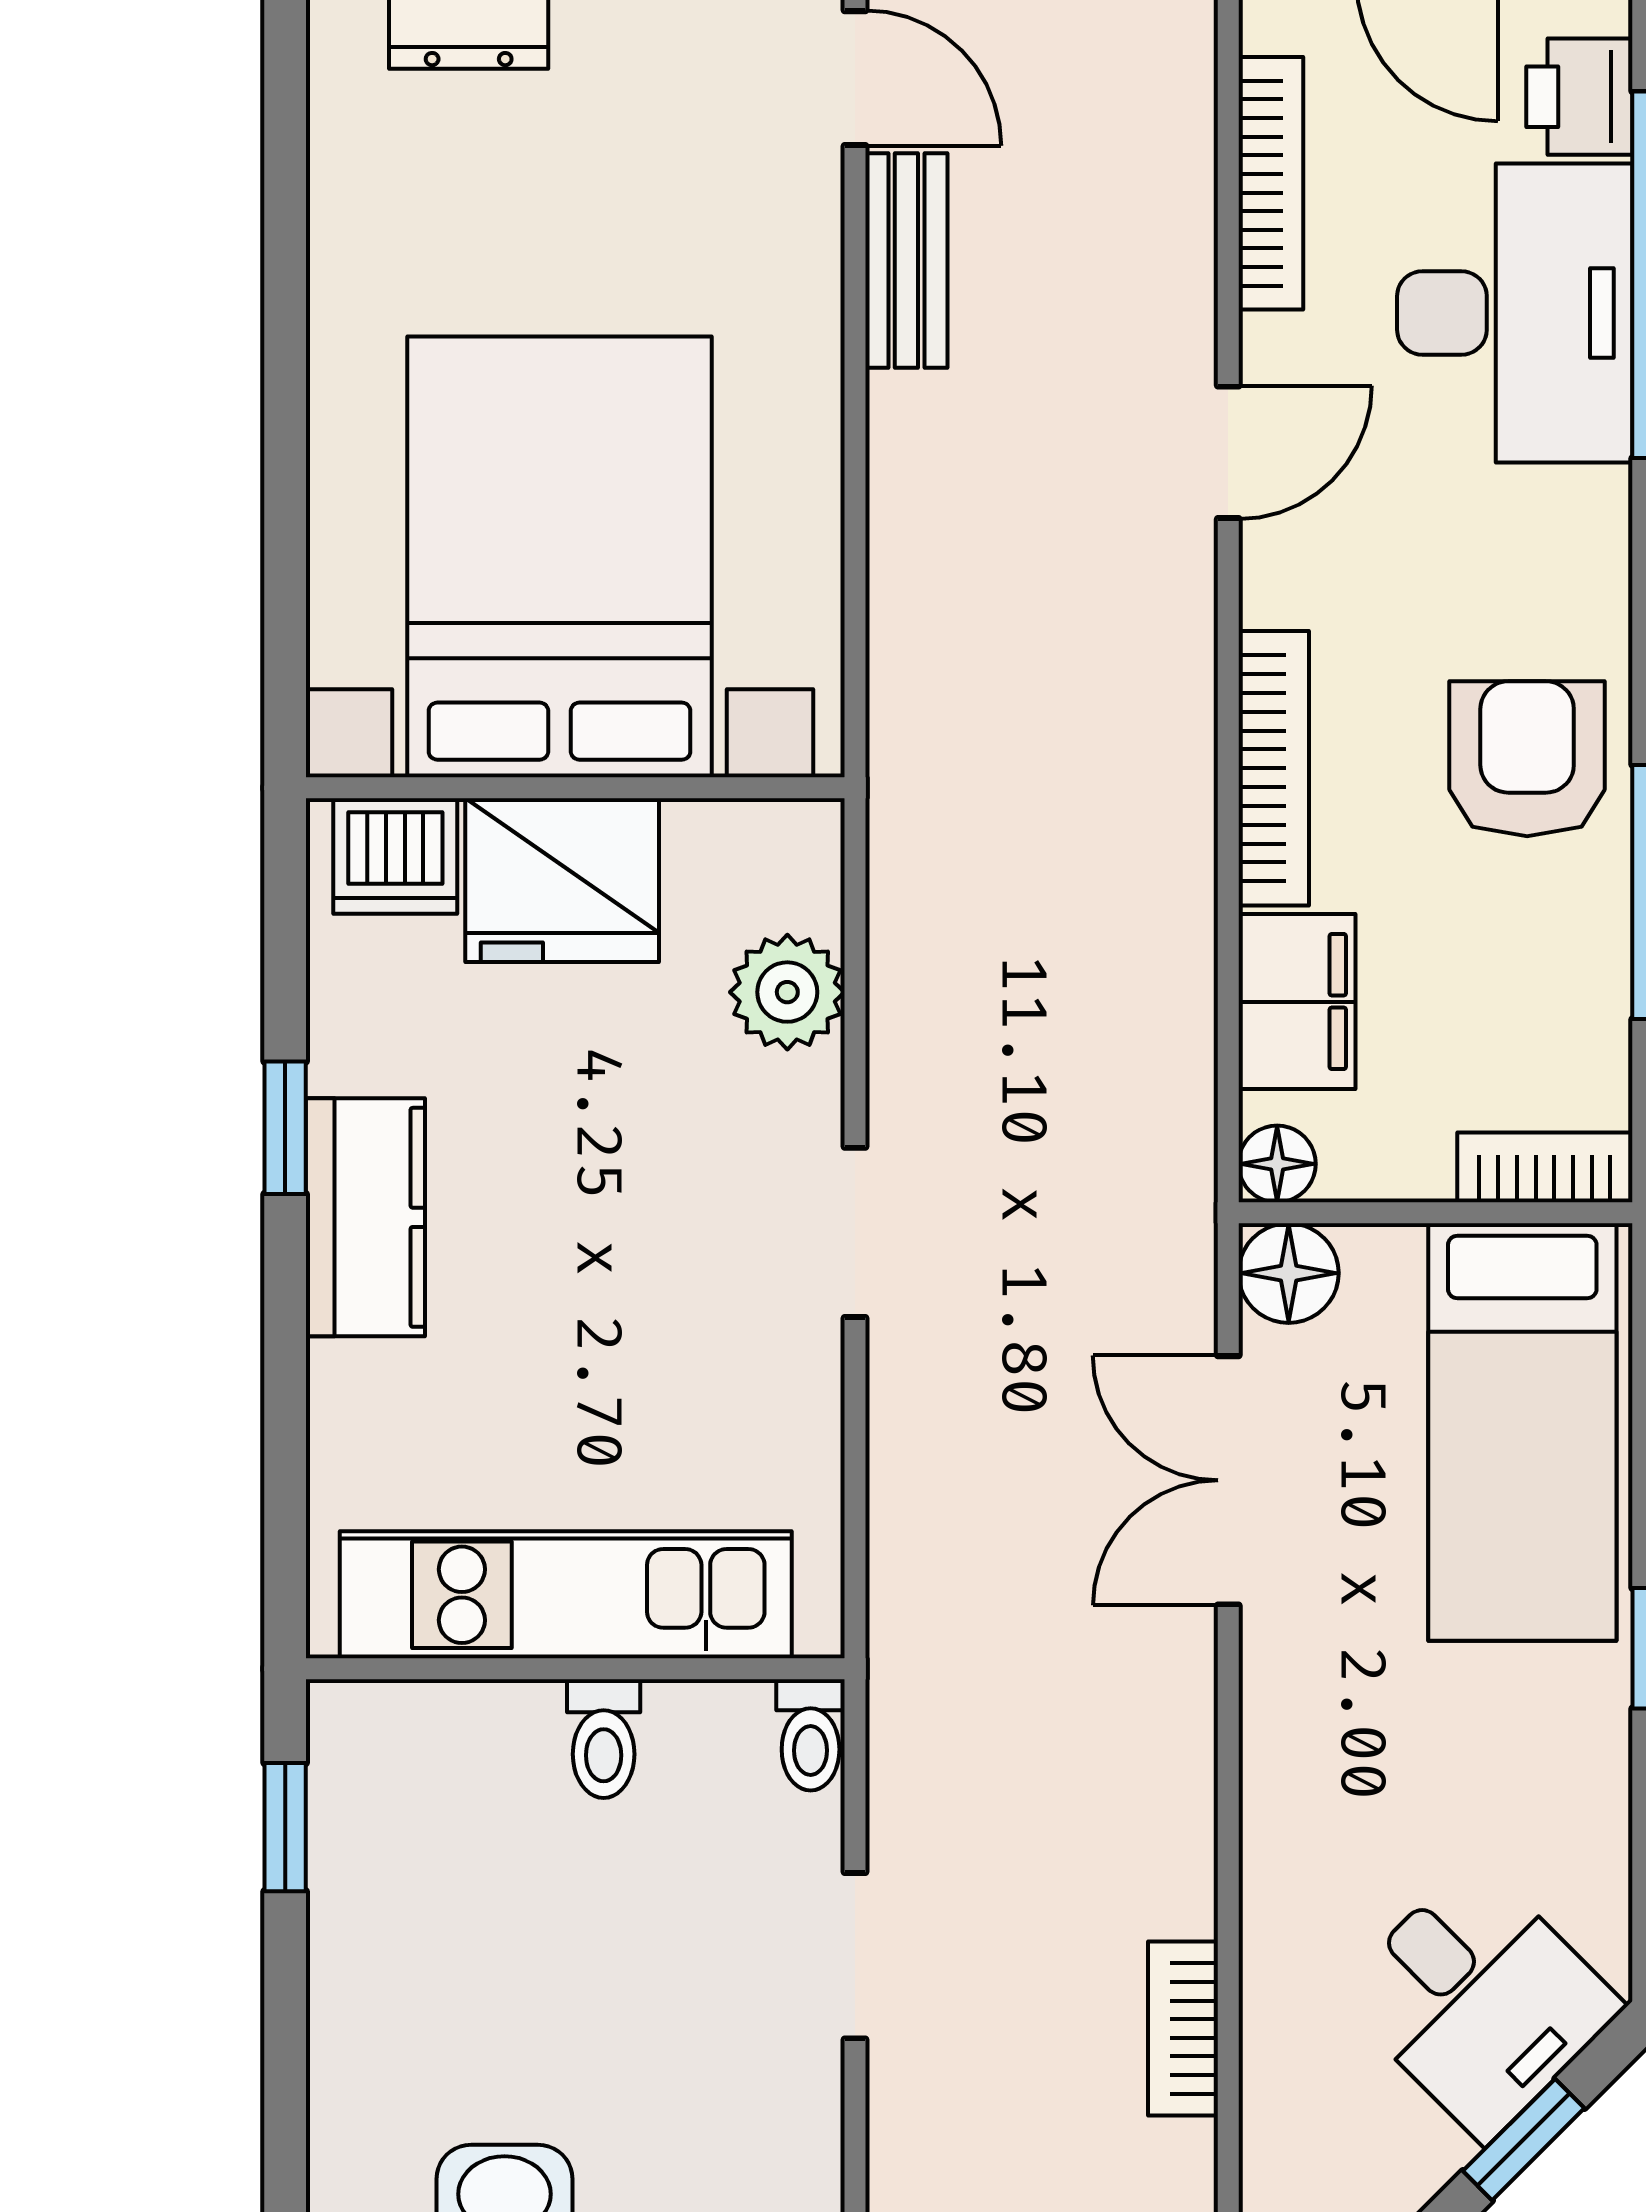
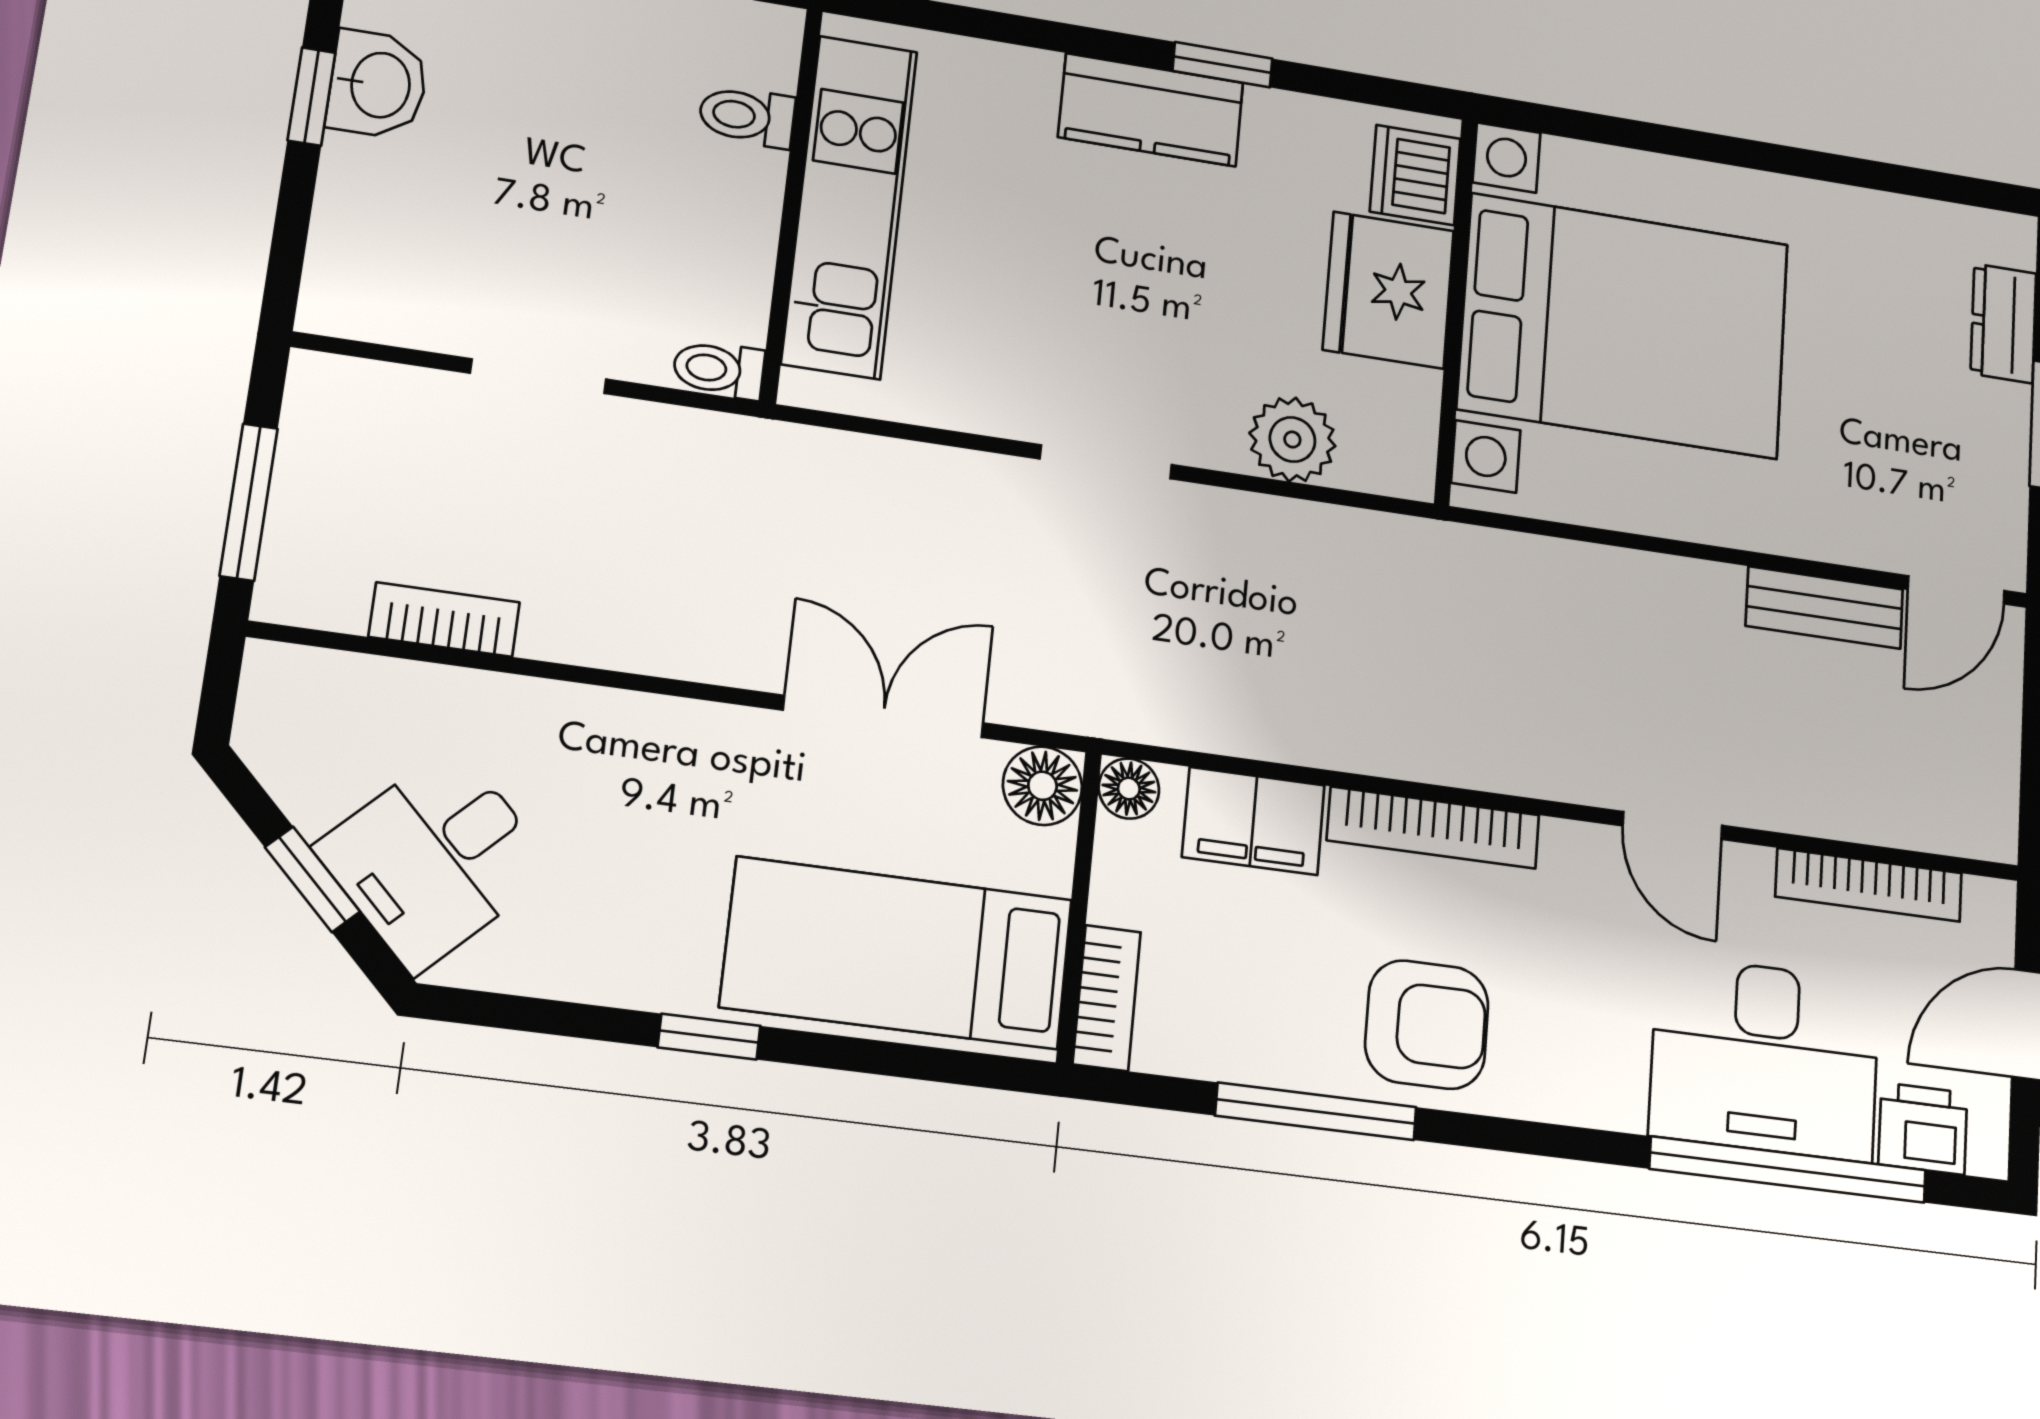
toilet: (604, 1739) -> (747, 116), moved

